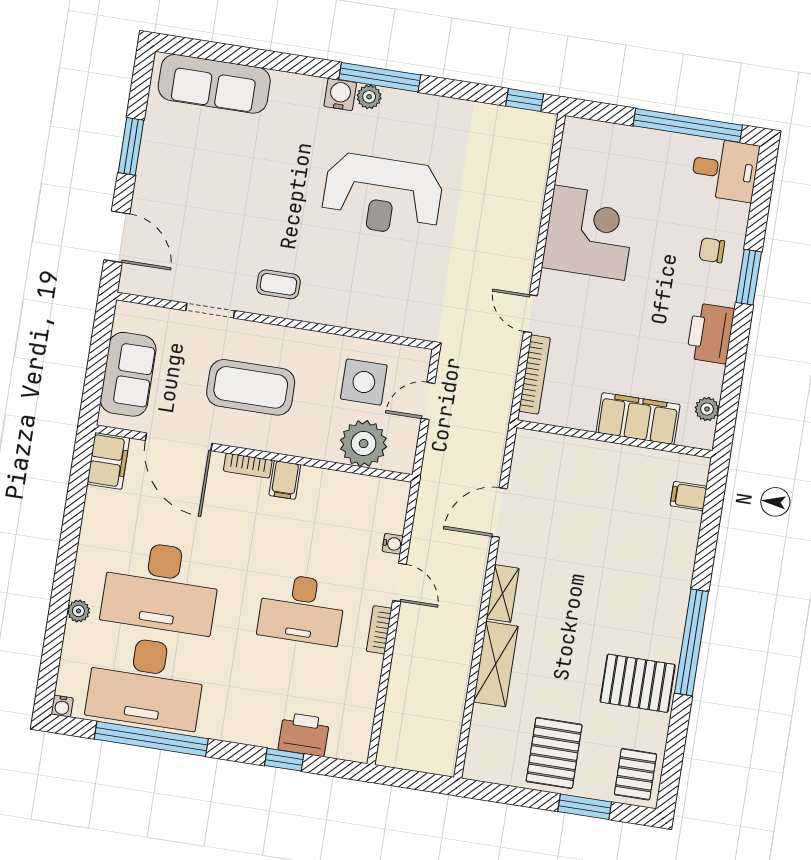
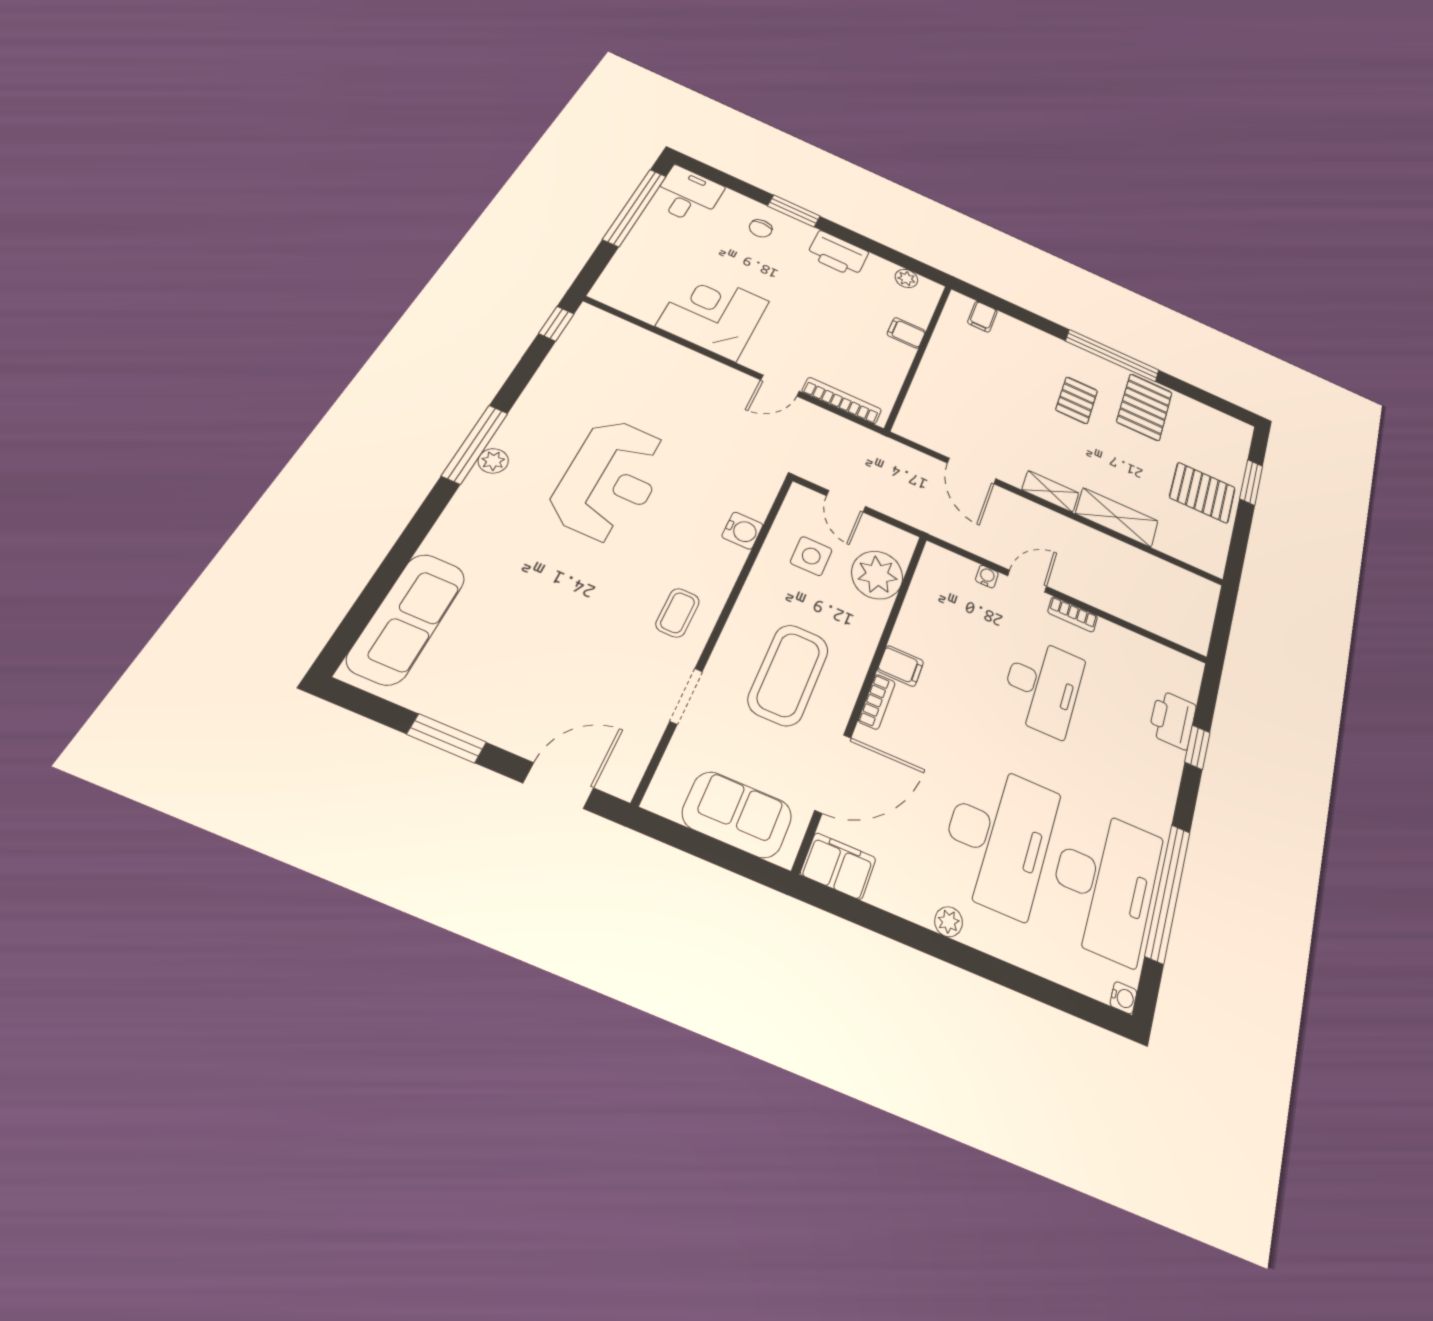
water cooler: (340, 95) -> (742, 531), moved, turned 180
side table: (364, 382) -> (811, 556), width x0.73, depth x0.73
filing cabinet: (638, 419) -> (906, 333), width x0.33, depth x0.86
plant: (78, 611) -> (949, 922), moved
pallet: (635, 774) -> (1077, 400), moved, turned 90

